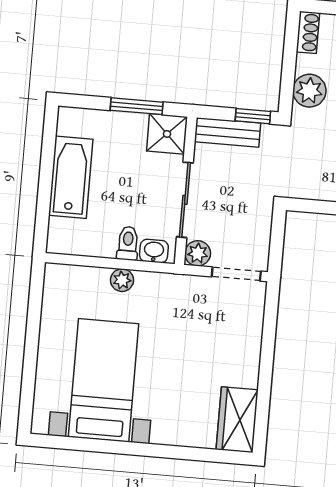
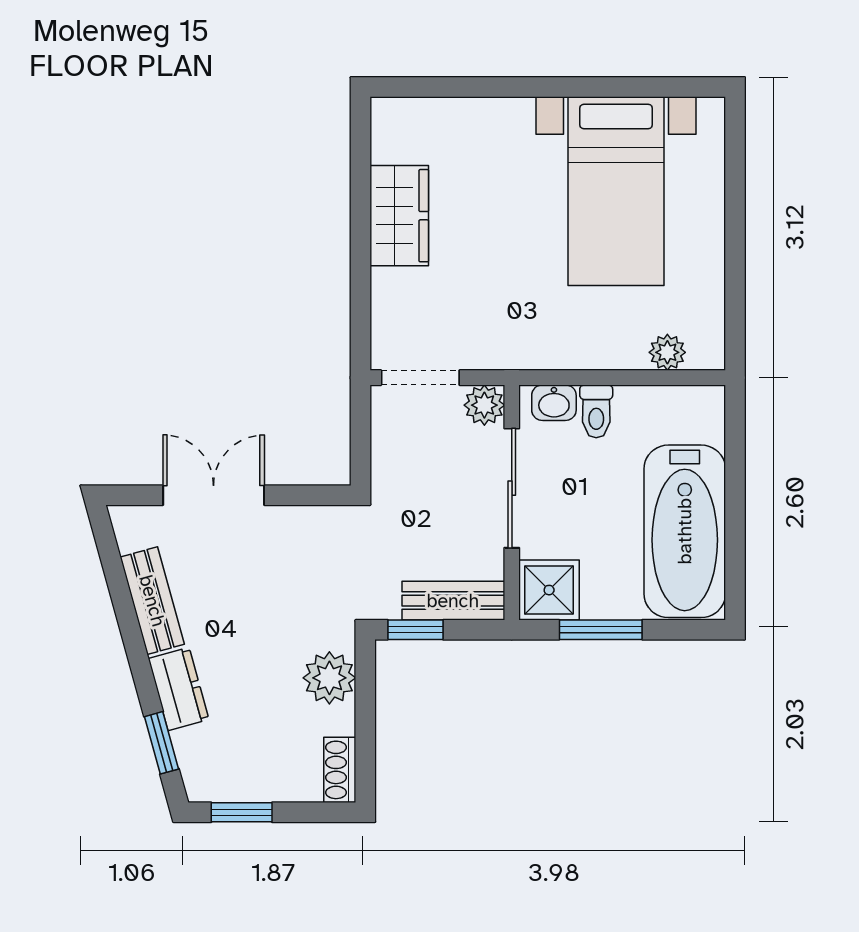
bathtub: (71, 177) -> (685, 531), width x1.36, depth x1.36
plant: (122, 280) -> (667, 352), moved
wardrobe: (237, 420) -> (399, 216), moved

